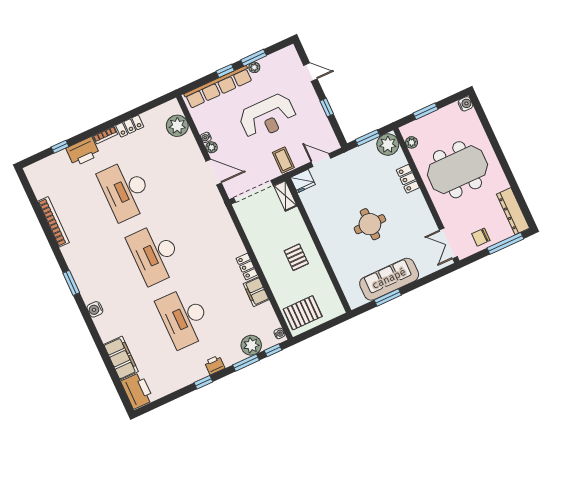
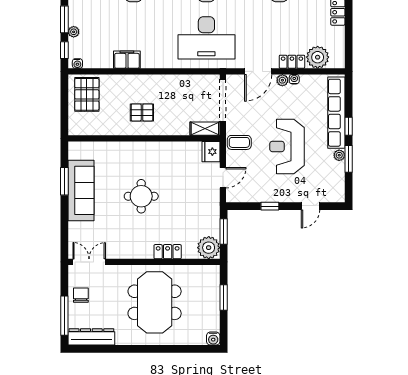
plant: (412, 142) -> (200, 271), removed
desk: (205, 231) -> (206, 38), added
locker: (247, 267) -> (292, 62), moved
plant: (251, 345) -> (74, 32), width x0.53, depth x0.53

